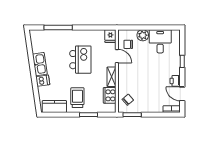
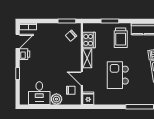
door: (182, 94) -> (18, 41), hinge flipped

